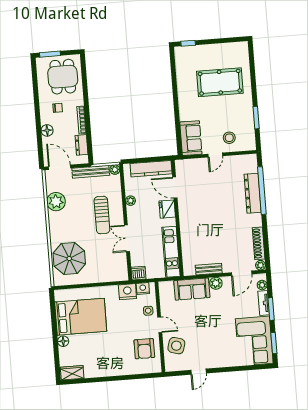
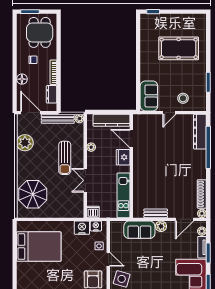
dresser: (253, 193) -> (200, 132), moved
floor lamp: (63, 341) -> (22, 267), removed

